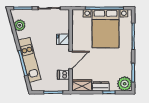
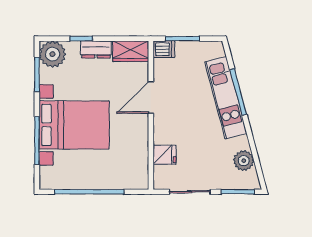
bed with nightstands: (106, 29) -> (74, 125), moved, turned 90
fridge: (63, 39) -> (165, 155), moved
dishwasher: (63, 75) -> (164, 49), moved

